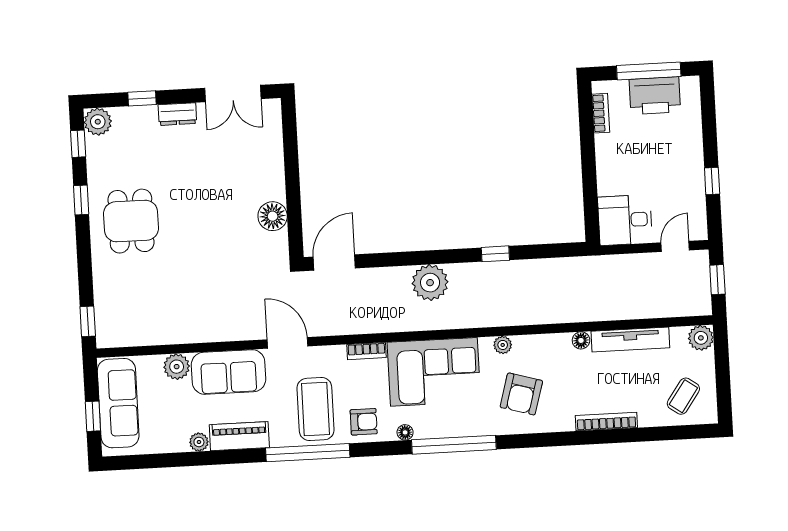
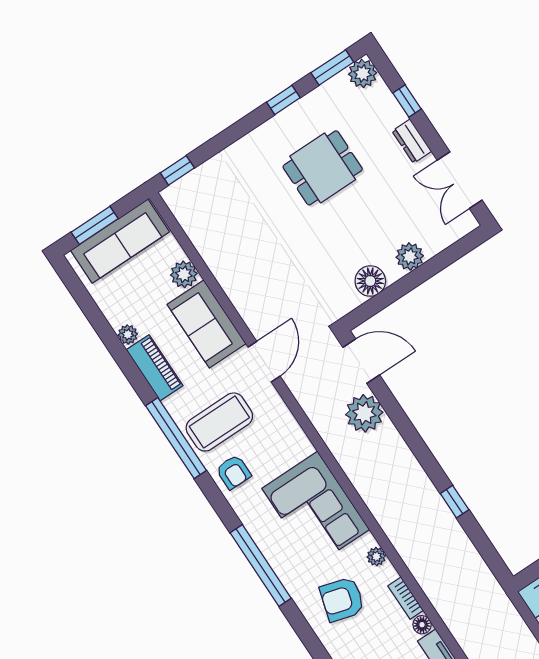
window: (78, 144) -> (332, 67), width x1.50
plant: (271, 172) -> (410, 256), added
dining table: (131, 221) -> (323, 168), moved
plant: (430, 283) -> (364, 413), moved
bookcase: (367, 351) -> (406, 598), moved
window: (93, 416) -> (95, 225), width x1.50
floor lamp: (405, 432) -> (246, 515), removed

